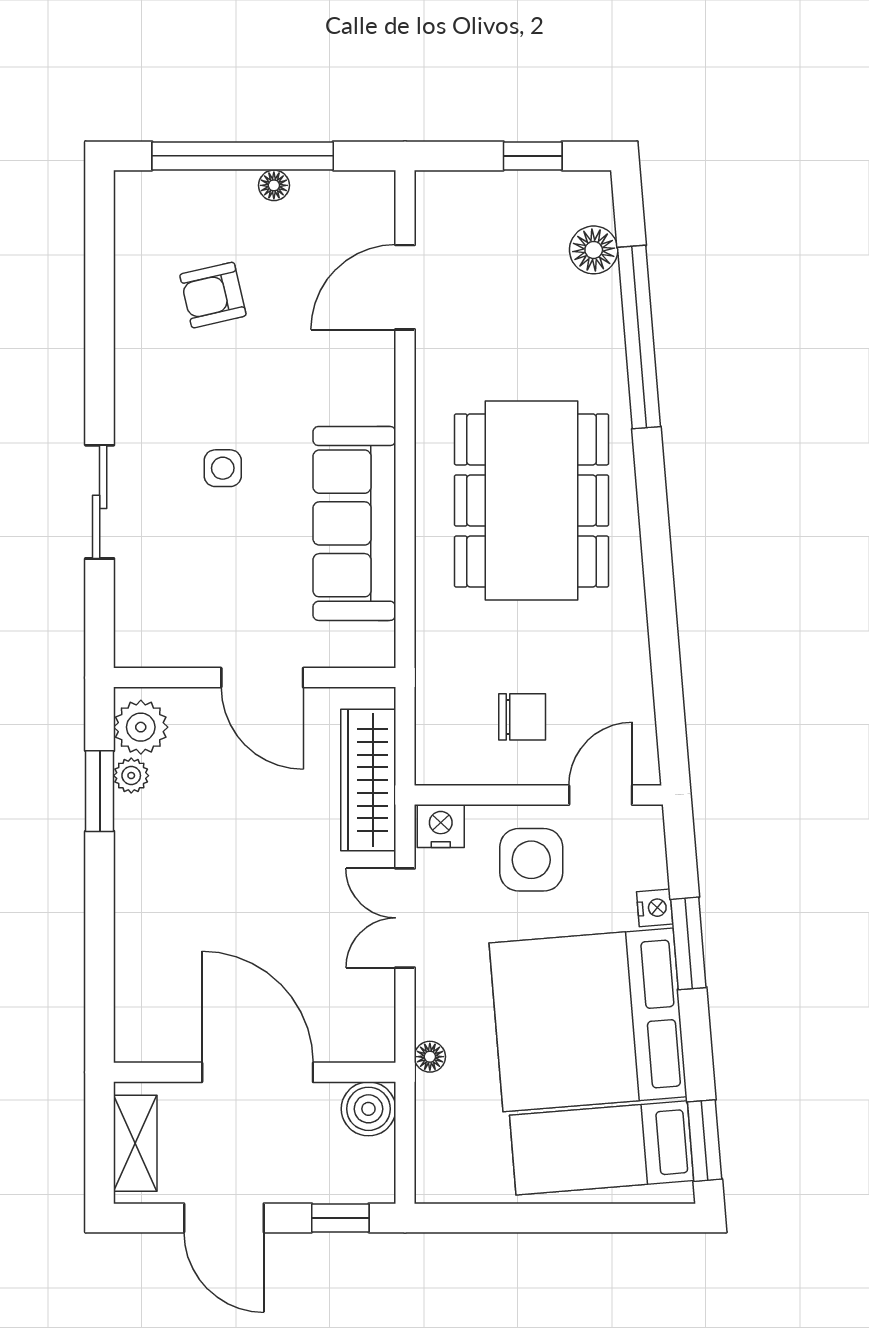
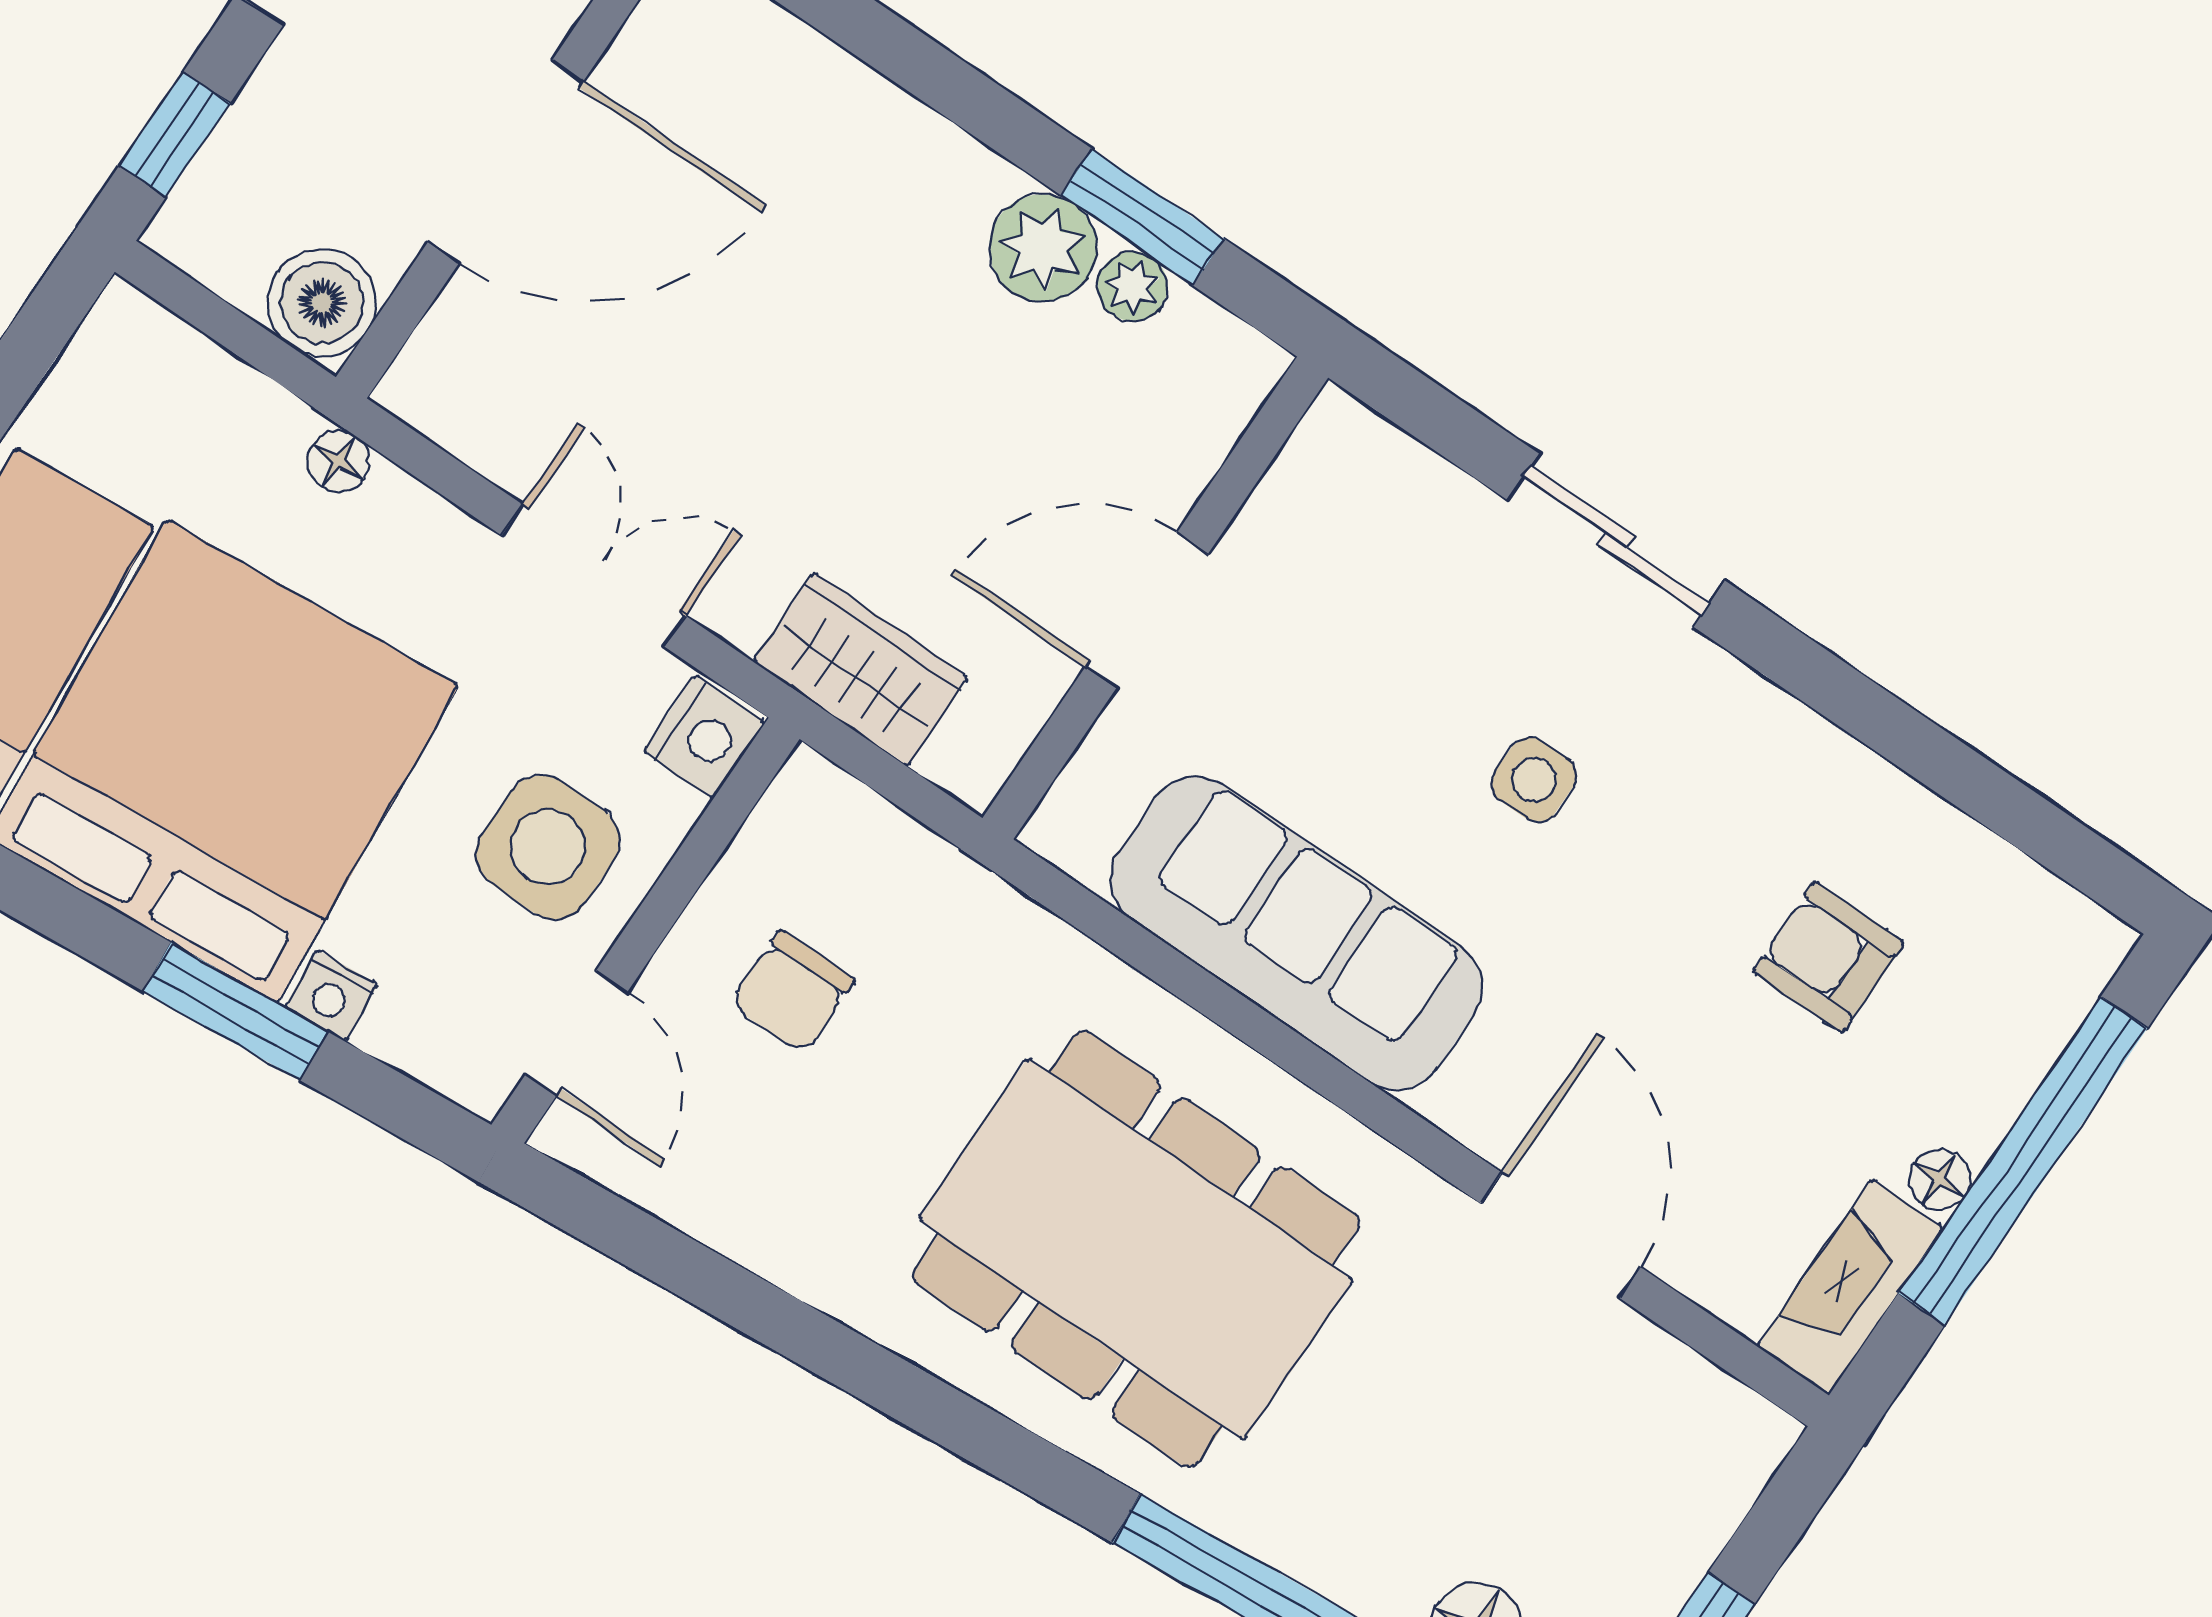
fireplace: (344, 192) -> (1850, 1287), added
door: (405, 287) -> (1561, 1235), moved
armchair: (213, 295) -> (1828, 957), turned -77
plant: (141, 727) -> (1043, 248), moved
wardrobe: (368, 780) -> (861, 669), width x0.67

